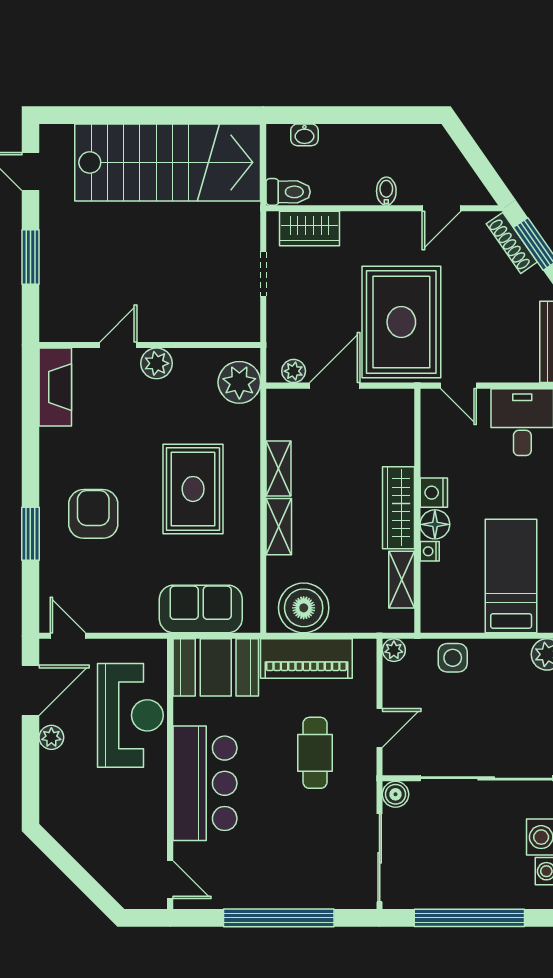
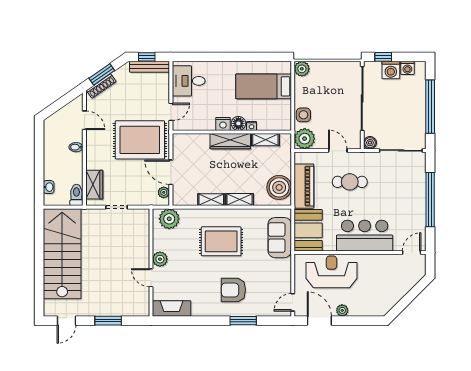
plant: (394, 650) -> (305, 139), width x1.87, depth x1.87

